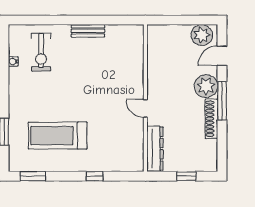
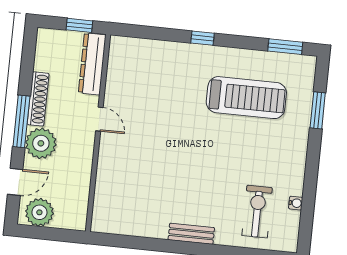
wall: (145, 98) -> (98, 133), moved
door: (145, 108) -> (99, 119), moved
dresser: (155, 149) -> (92, 64), moved

